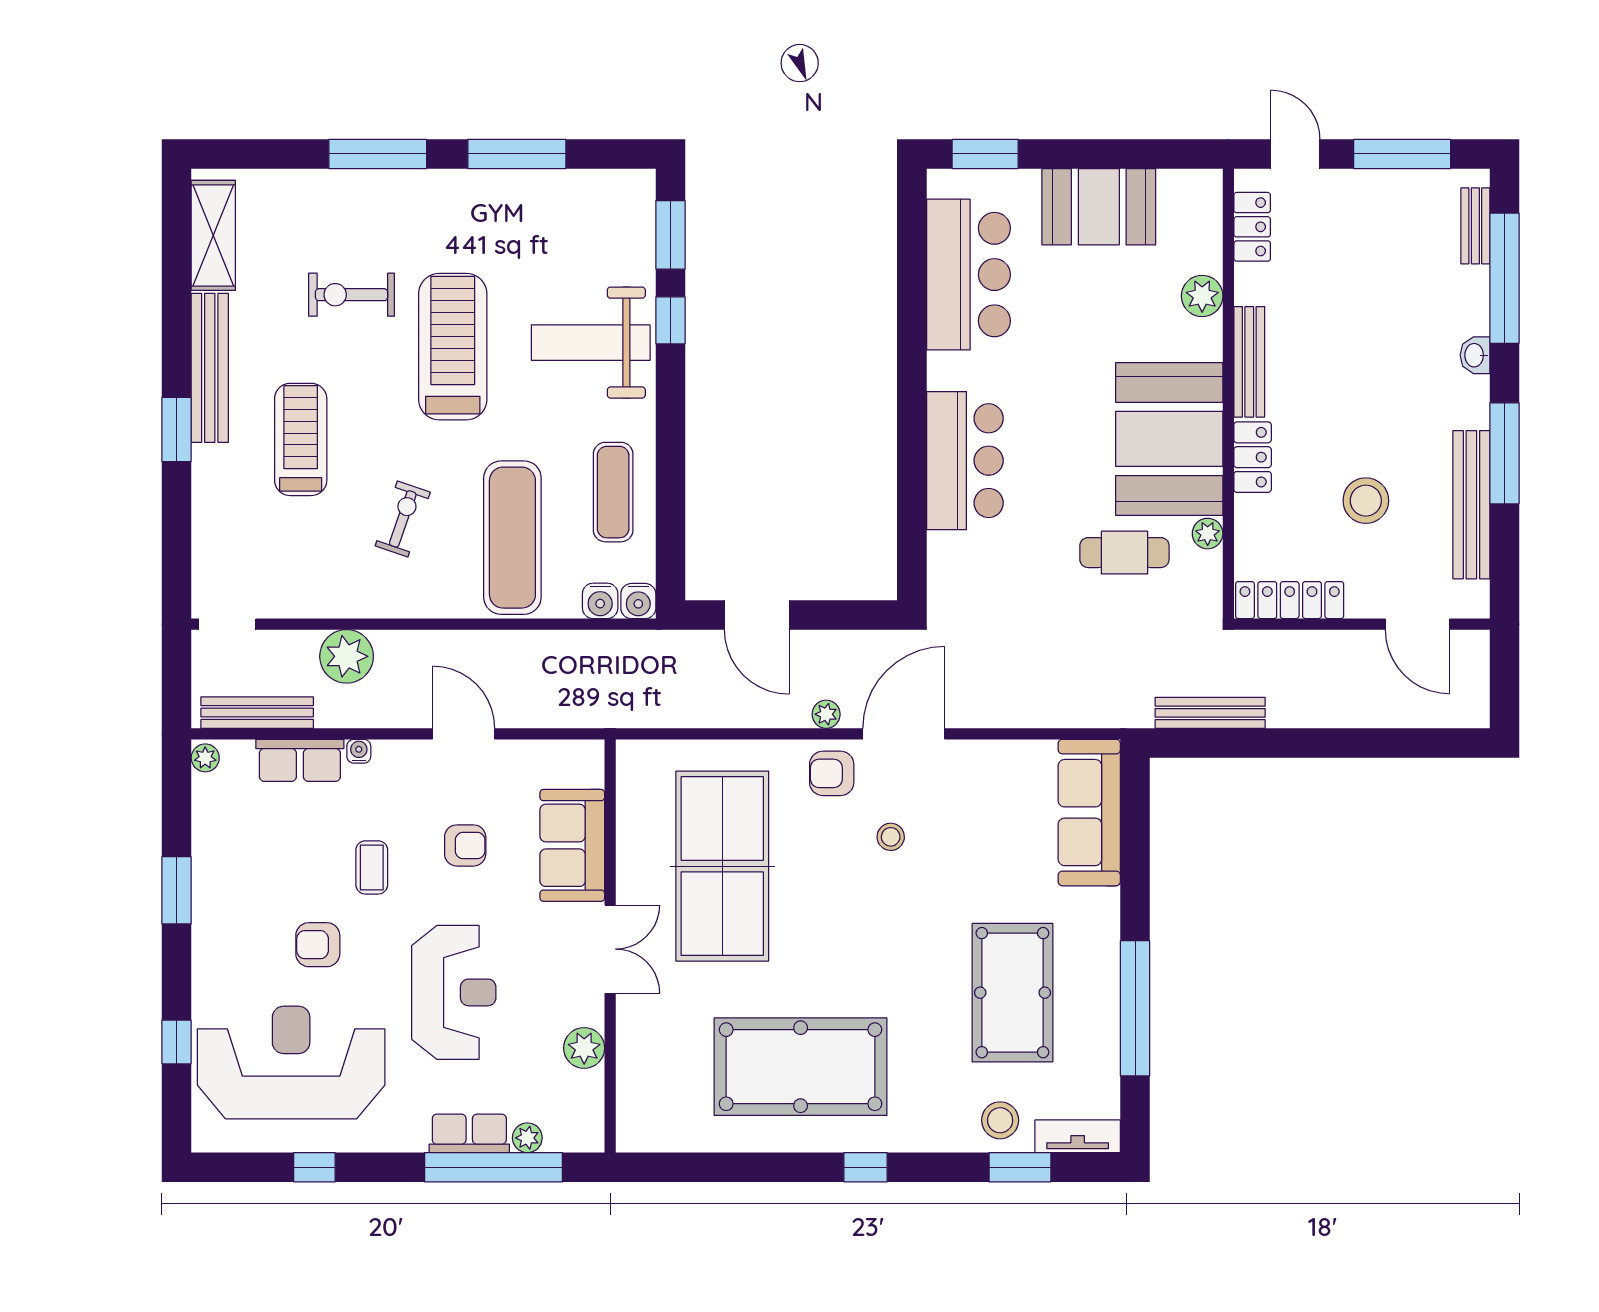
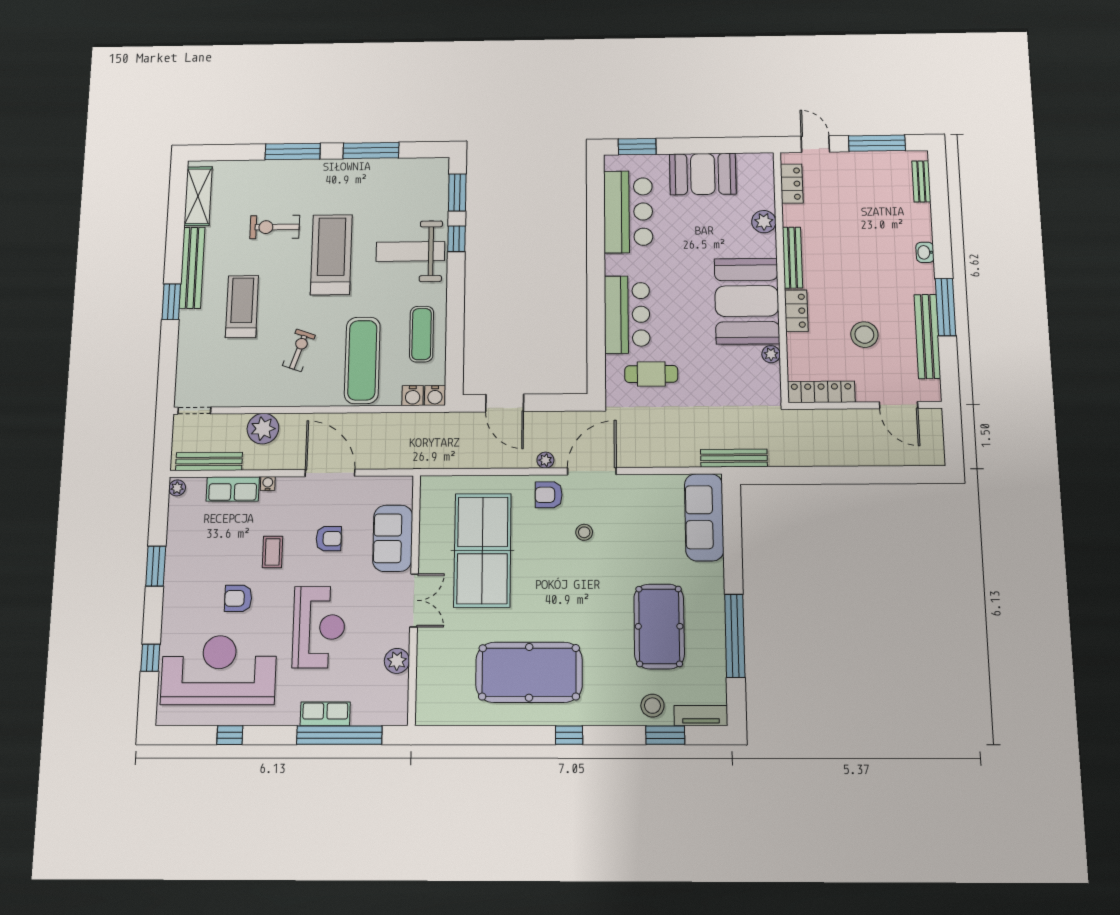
window: (1504, 278) -> (940, 210), removed
cafe table: (1124, 553) -> (651, 374), moved
bench: (1210, 713) -> (734, 458), moved
door: (464, 734) -> (330, 473), width x1.36
plant: (527, 1138) -> (361, 717), removed

